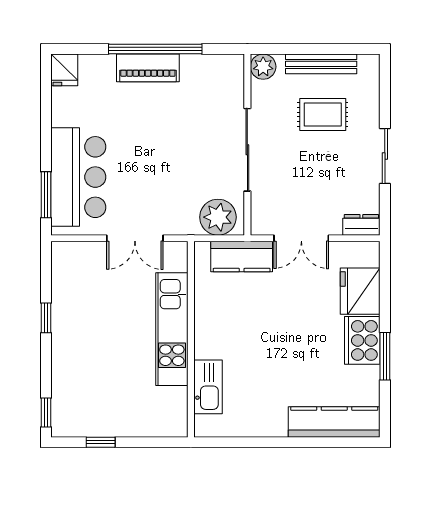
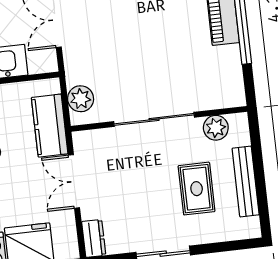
plant: (263, 67) -> (216, 128), moved
plant: (218, 217) -> (81, 99), width x0.73, depth x0.73

